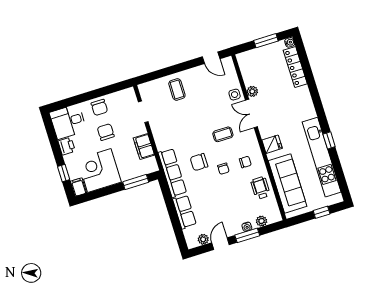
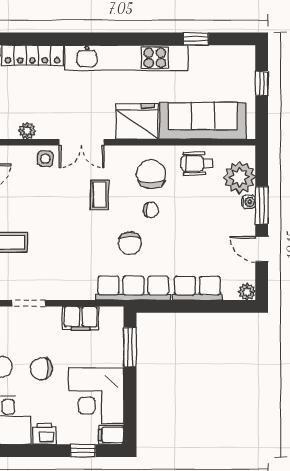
plant: (252, 91) -> (27, 131), moved
window: (329, 140) -> (196, 39), moved
fridge: (272, 144) -> (137, 121), width x1.88, depth x1.34
kitchen unit: (322, 157) -> (126, 58), moved
chair: (245, 162) -> (151, 174), width x1.87, depth x1.87
plant: (261, 221) -> (239, 177), width x1.87, depth x1.87
plant: (203, 239) -> (247, 292), moved

